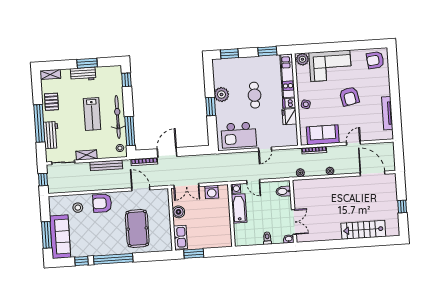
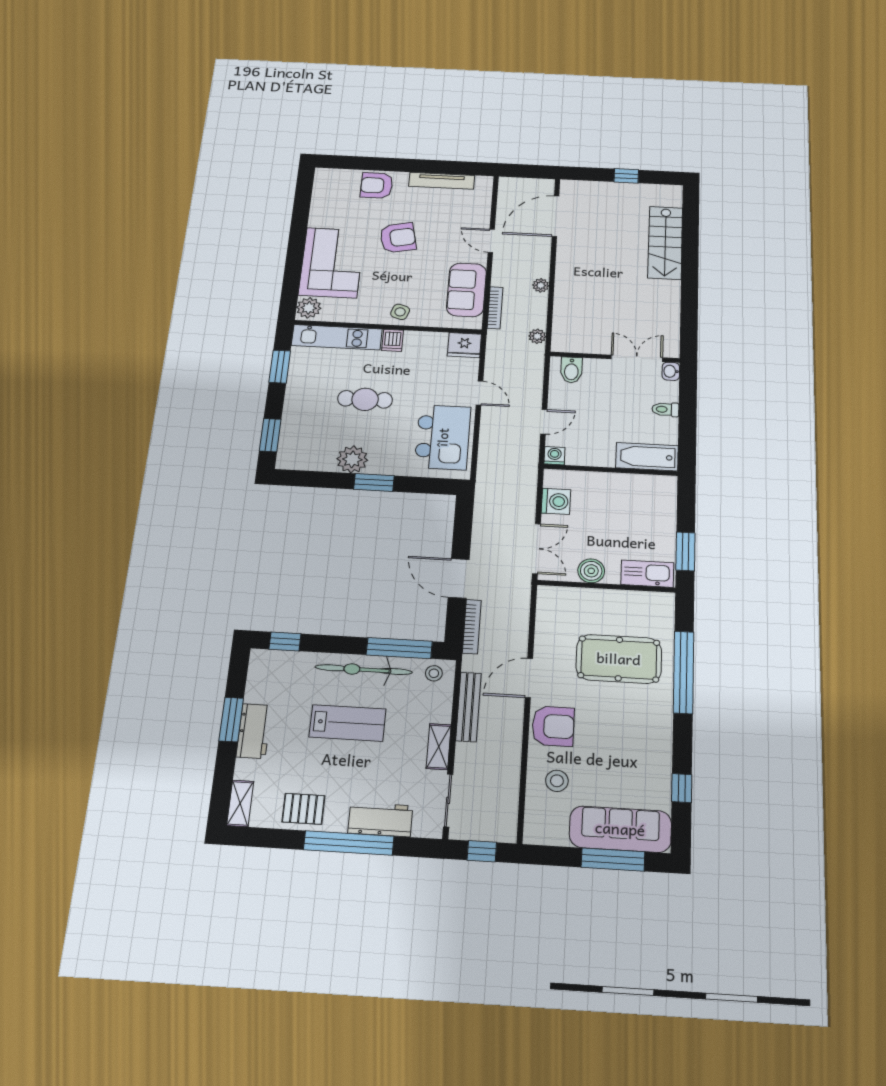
armchair: (375, 60) -> (377, 185), moved, turned 96
fridge: (289, 117) -> (464, 345), moved
door: (141, 189) -> (529, 678), moved
armchair: (102, 203) -> (553, 726), turned -90
bathtub: (239, 208) -> (647, 457), moved
window: (113, 259) -> (684, 672), moved

